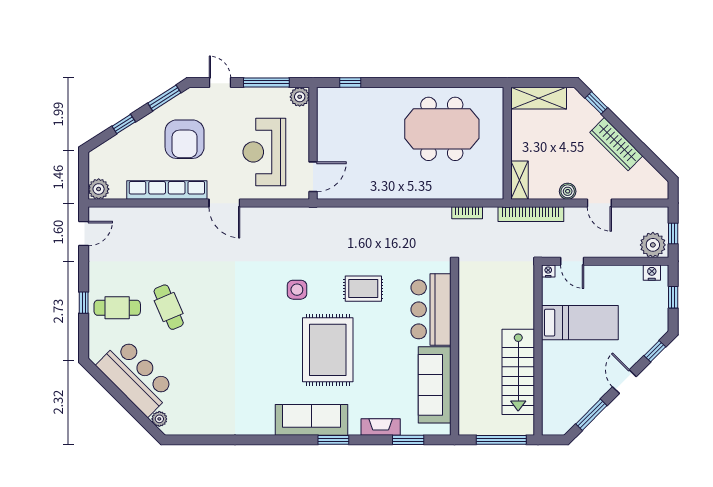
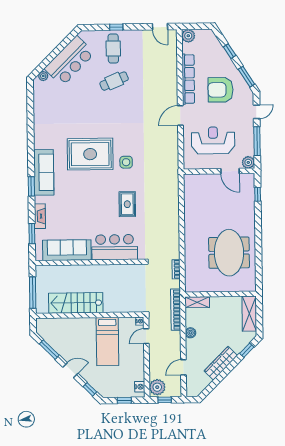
door: (313, 177) -> (230, 171), moved
door: (599, 203) -> (183, 367), moved
rug: (328, 350) -> (90, 154), moved

